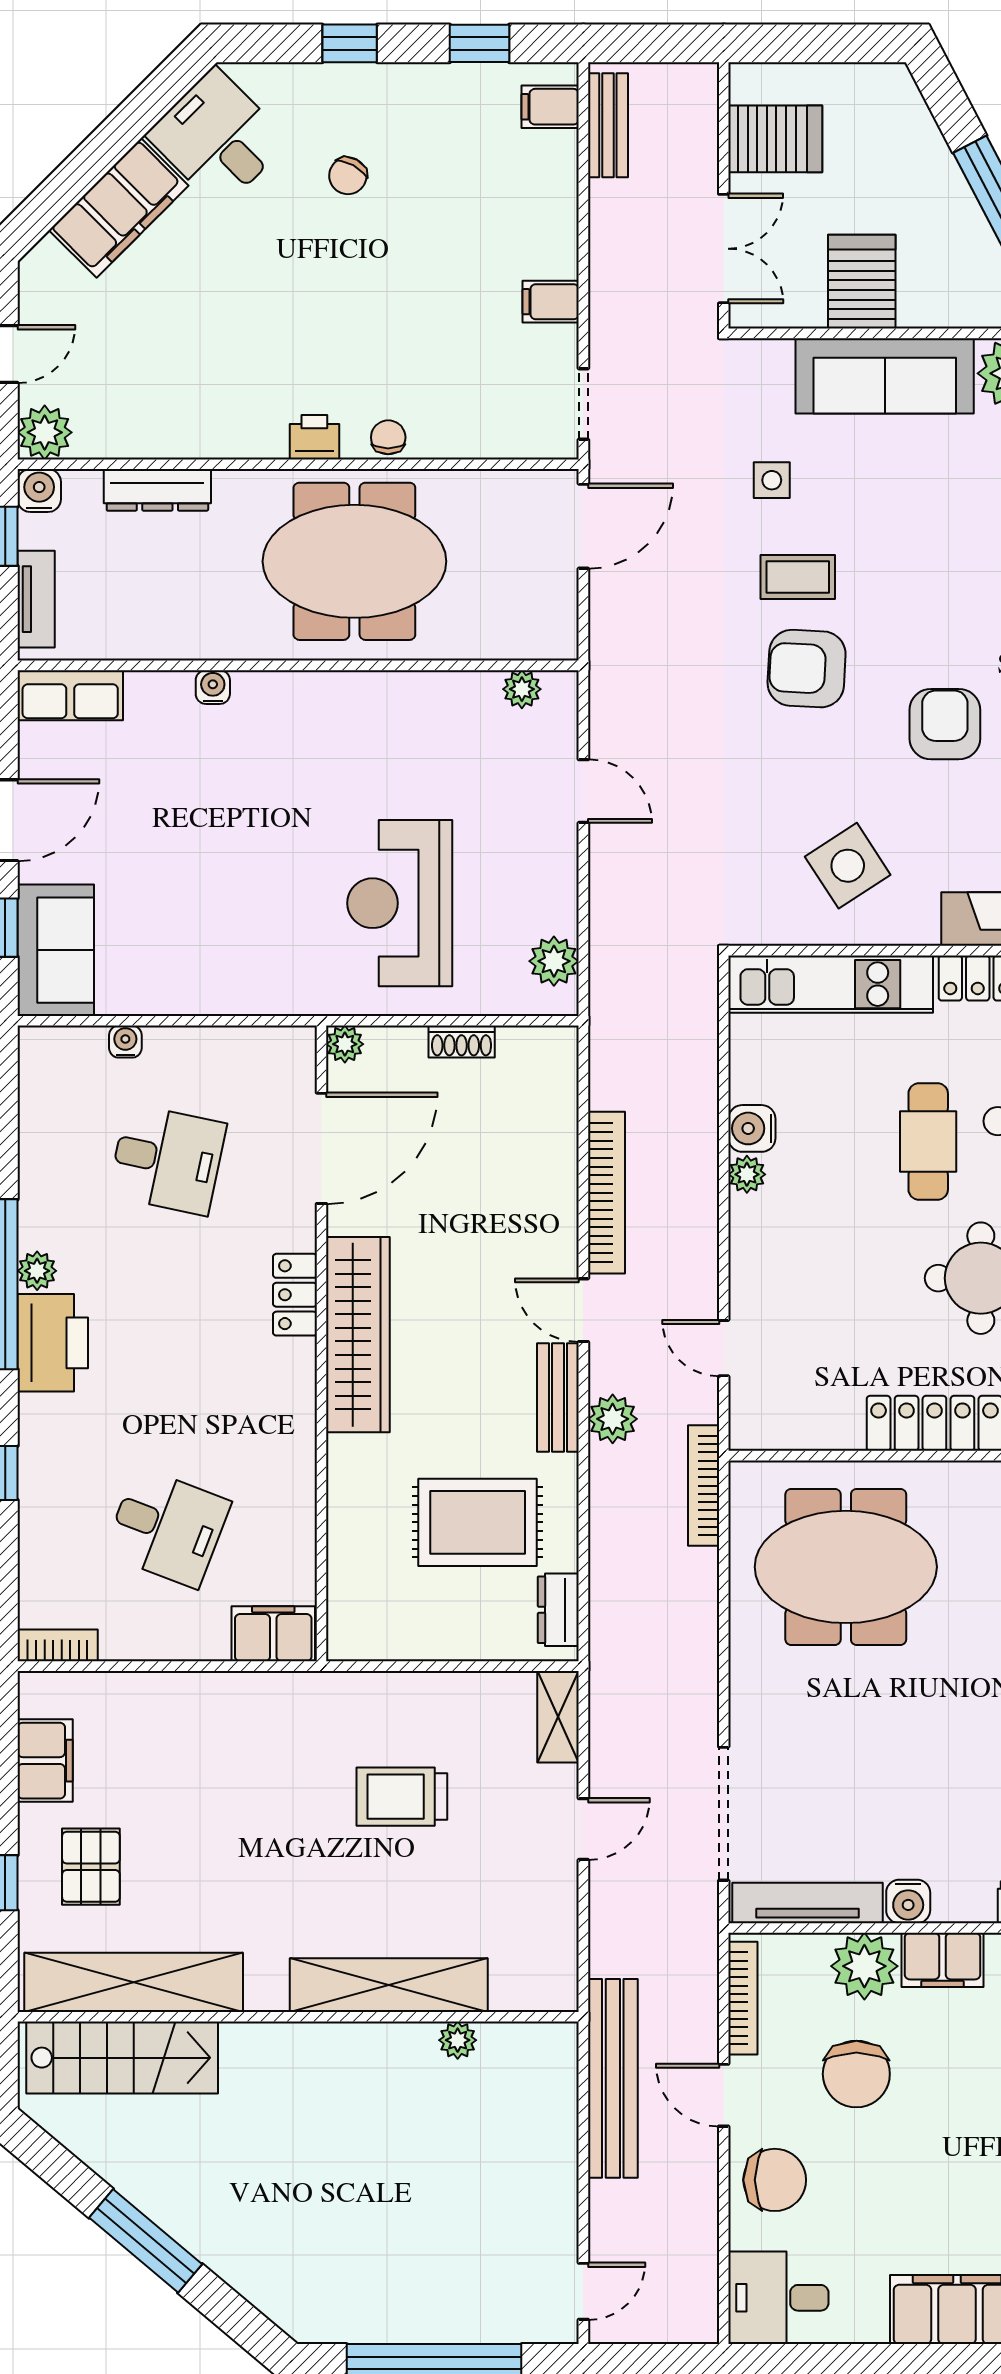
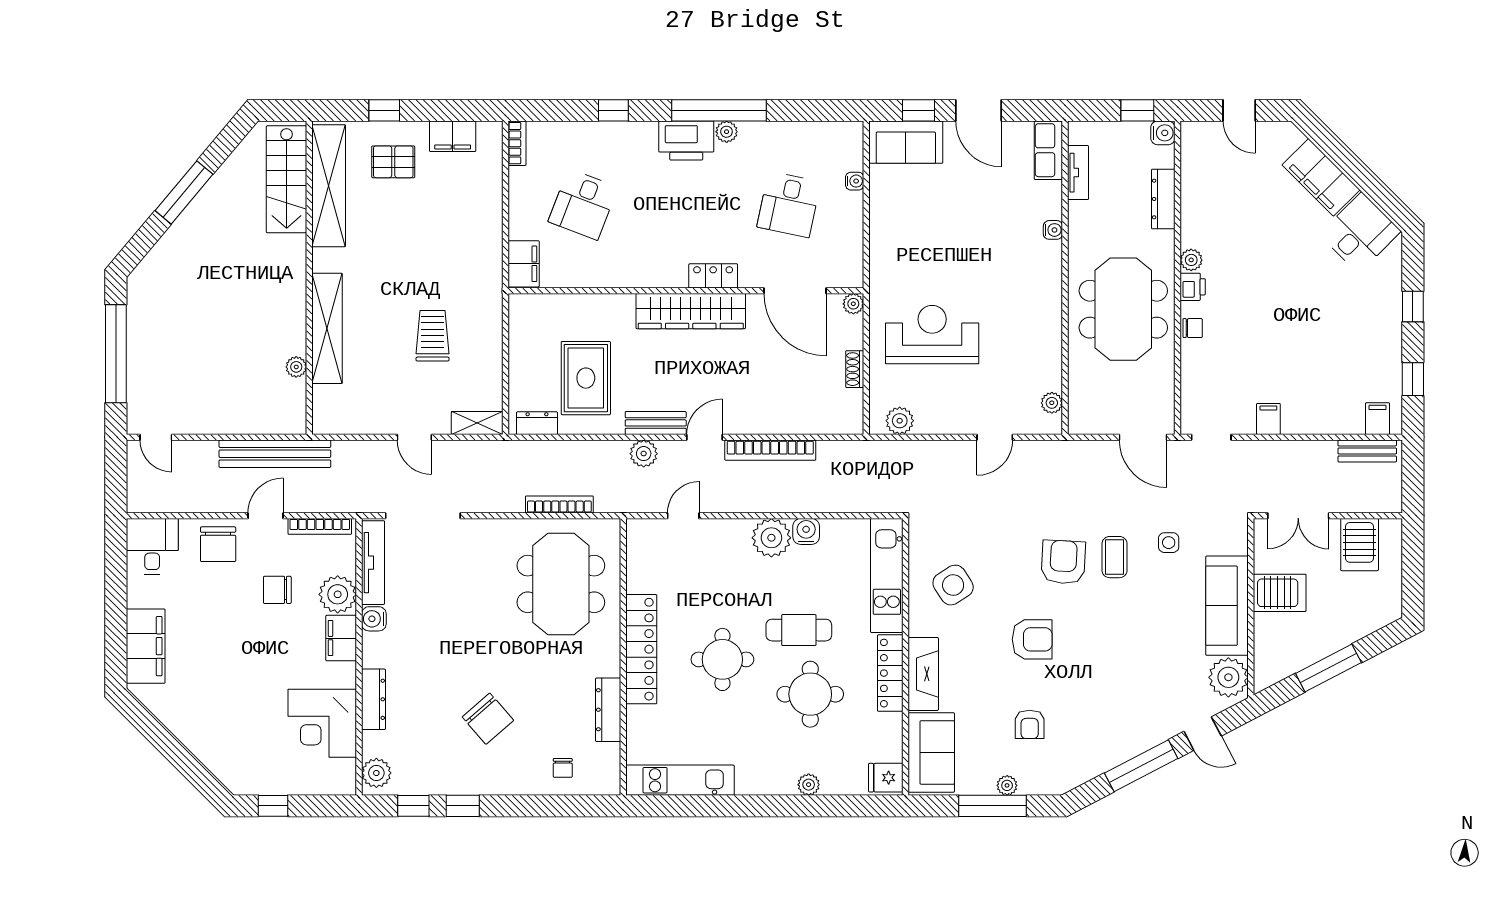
chair: (348, 176) -> (1339, 305), removed
plant: (45, 432) -> (1191, 260), moved, width x0.73, depth x0.73
tv unit: (36, 599) -> (1078, 173), moved, turned -90
plant: (747, 1174) -> (771, 538), width x1.88, depth x1.88
bookcase: (704, 1486) -> (559, 504), moved
chair: (856, 2074) -> (277, 590), width x0.73, depth x0.73

